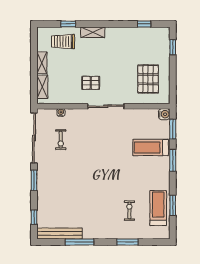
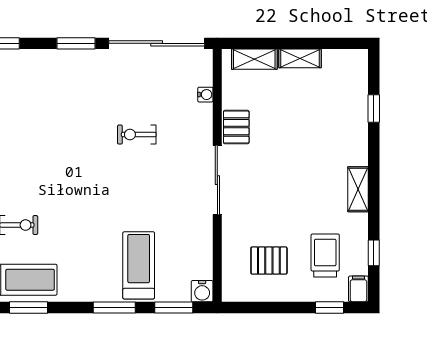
shelving: (93, 32) -> (358, 189), moved
filing cabinet: (163, 32) -> (358, 289), added
trolley: (63, 42) -> (325, 256), moved
pallet: (148, 79) -> (269, 261), width x0.67, depth x0.71
pallet: (91, 83) -> (236, 127), moved
exercise bike: (61, 140) -> (137, 135), moved

